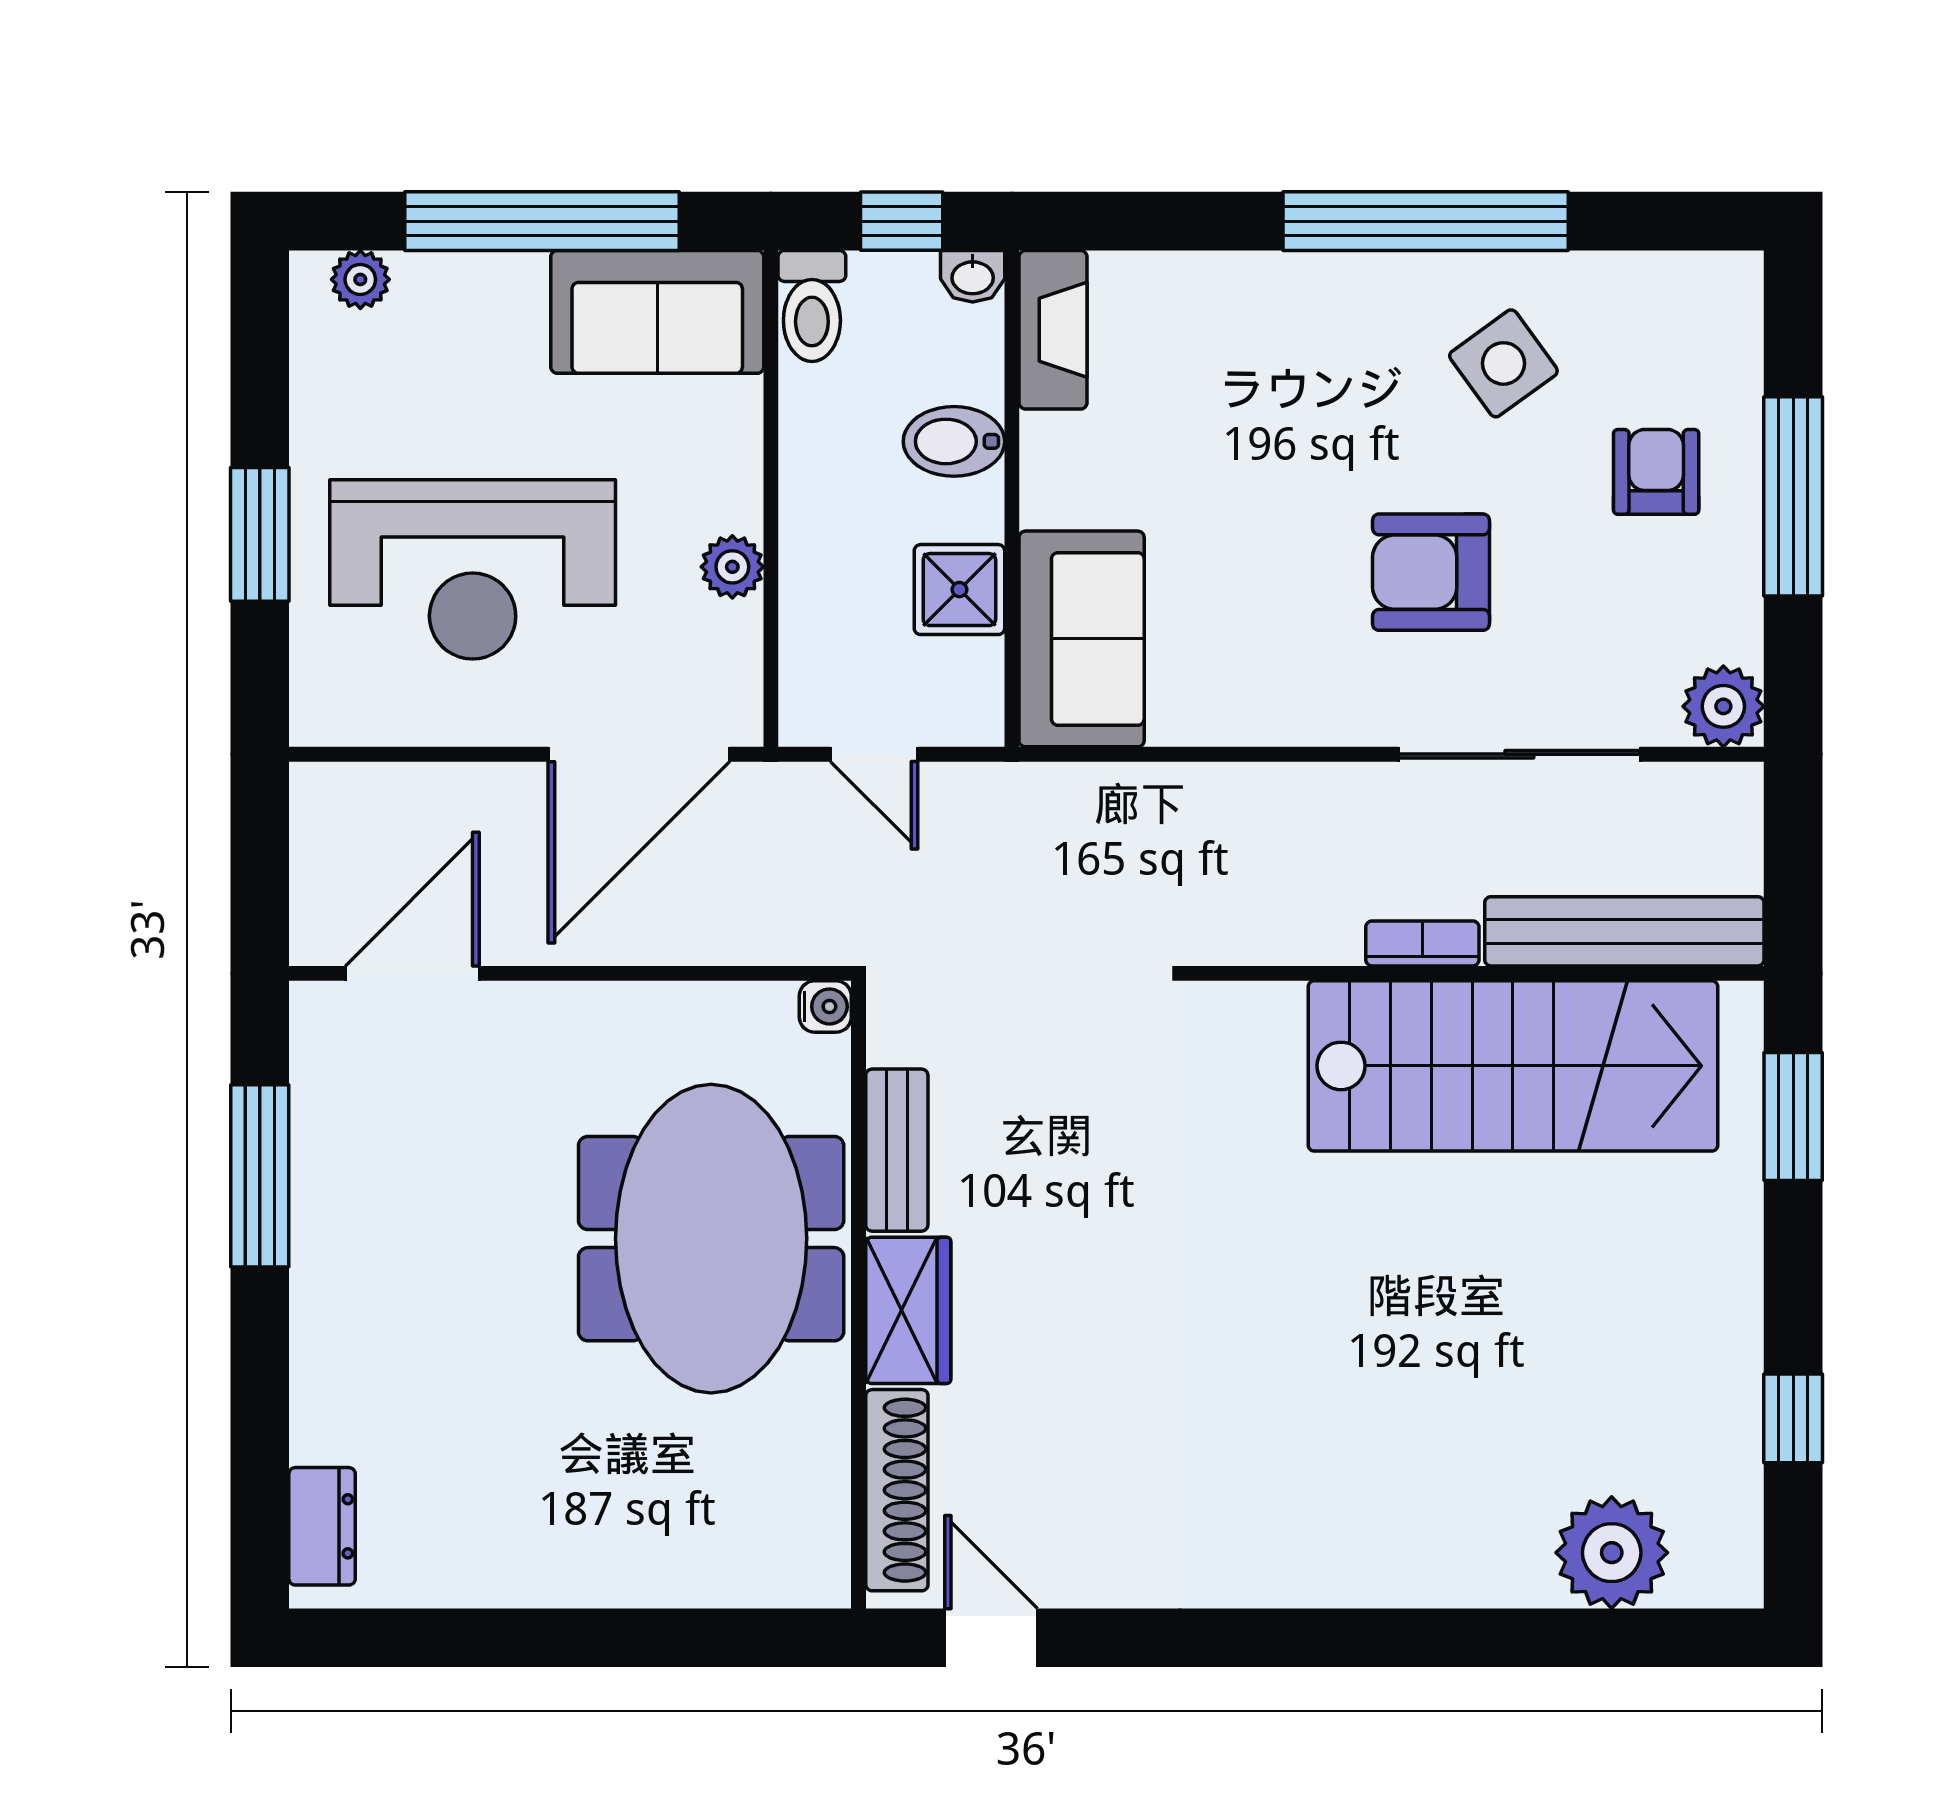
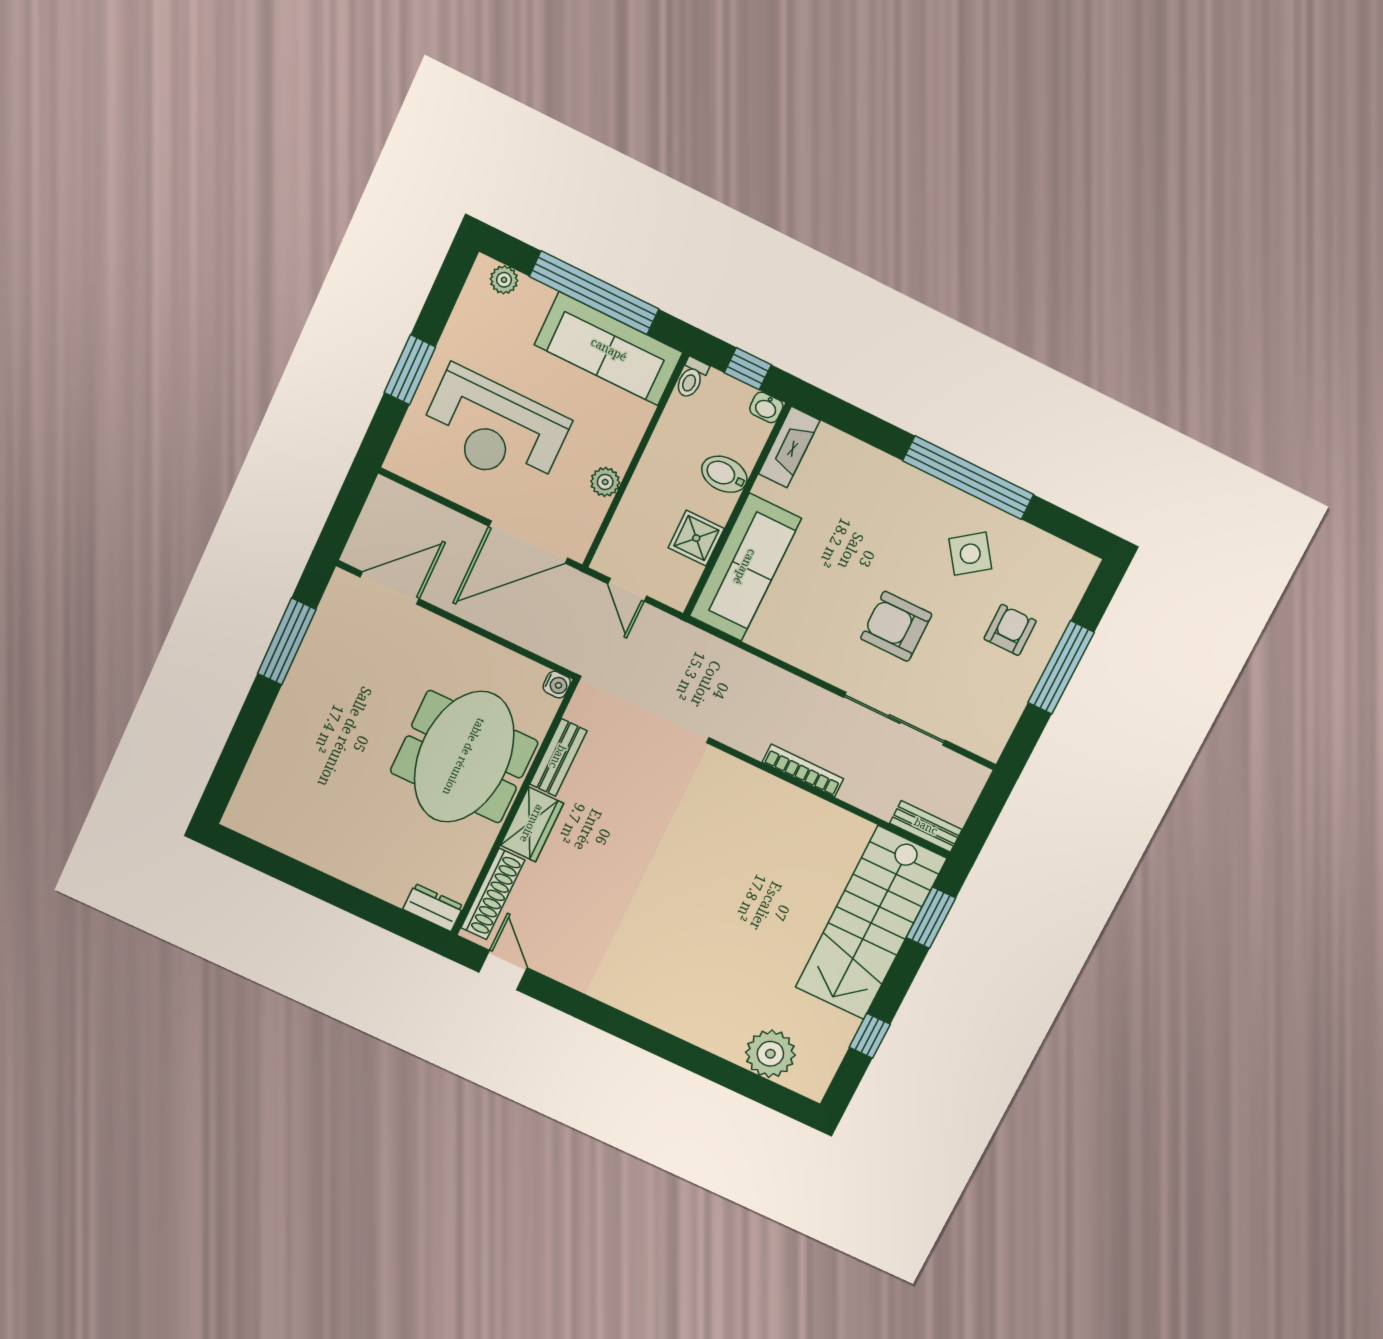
toilet: (812, 306) -> (691, 378), width x0.73, depth x0.72
sofa: (657, 312) -> (609, 349), width x1.36
sofa: (1082, 639) -> (745, 567), width x1.36
plant: (1723, 706) -> (988, 740), removed
bench: (1624, 931) -> (926, 826), width x0.54, depth x0.82
bookcase: (1422, 943) -> (803, 771), width x1.56
stairs: (1513, 1066) -> (871, 923), moved, turned 90
dresser: (322, 1526) -> (433, 907), moved, turned -90

